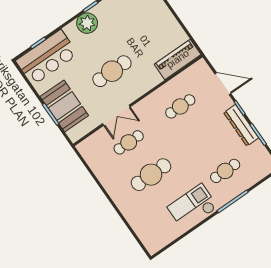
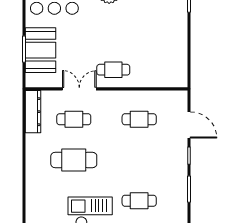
piano: (178, 59) -> (165, 78), removed
cafe table: (112, 71) -> (113, 70), moved, width x0.73, depth x0.74
double door: (116, 115) -> (79, 89), swing flipped
dresser: (241, 125) -> (33, 112), moved, turned 180

